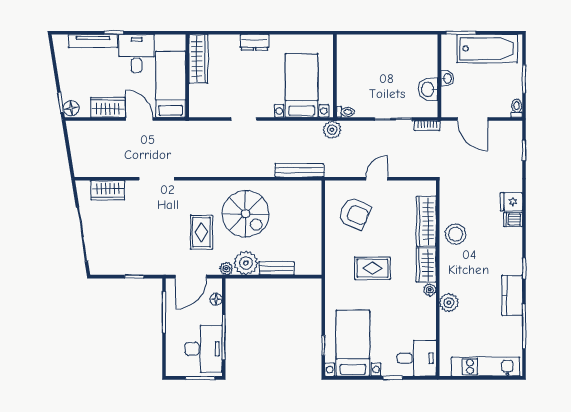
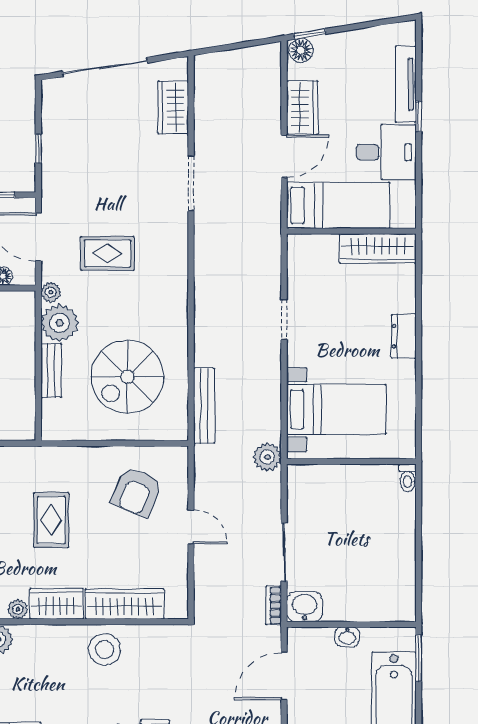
washbasin: (428, 89) -> (305, 607), moved
toilet: (345, 112) -> (408, 478), moved
spiral stairs: (246, 214) -> (127, 377), moved

